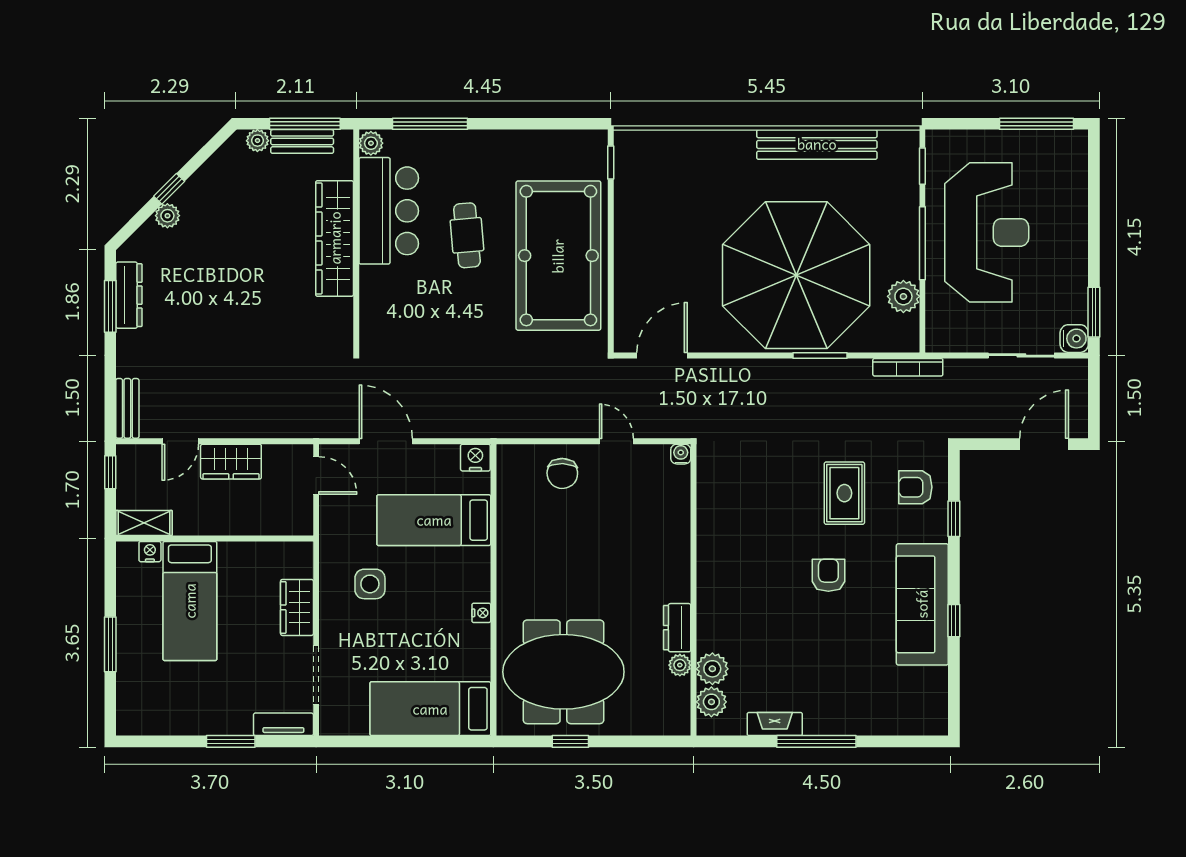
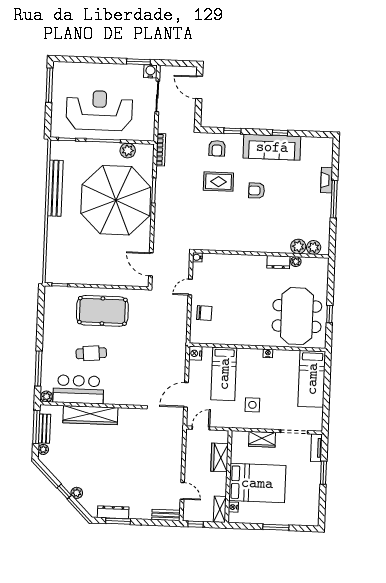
pool table: (558, 256) -> (102, 311), width x0.73, depth x0.76
wardrobe: (231, 462) -> (220, 457), moved, turned 180
bed: (190, 601) -> (257, 483), width x1.50
fireplace: (775, 724) -> (327, 180), moved

